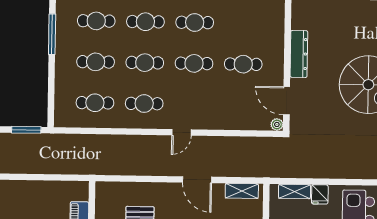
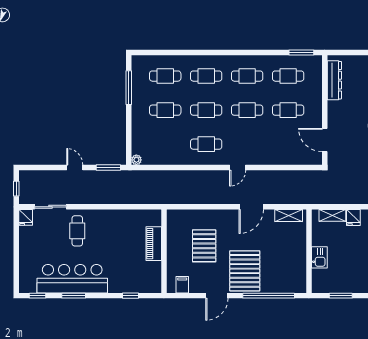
dresser: (299, 54) -> (334, 80), moved
cafe table: (95, 103) -> (288, 76), moved
plant: (277, 124) -> (136, 160), moved
door: (197, 180) -> (251, 207), hinge flipped

